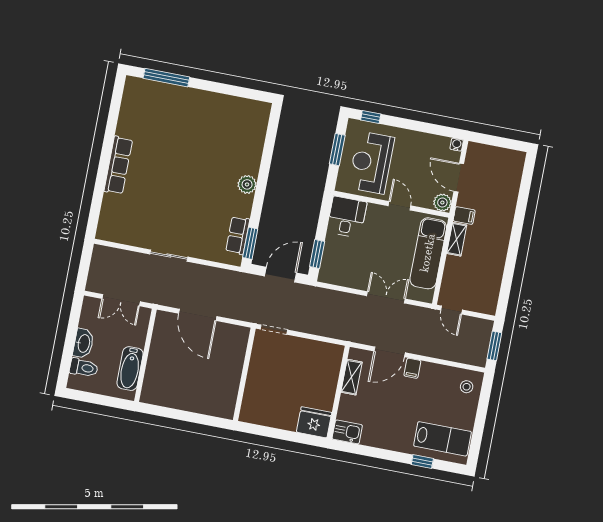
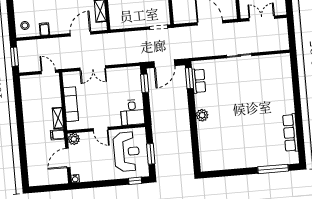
row of seats: (118, 165) -> (290, 133), moved
door: (459, 178) -> (68, 158), swing flipped
exam couch: (428, 253) -> (71, 104), width x0.73, depth x0.69
filing cabinet: (412, 368) -> (44, 29), moved

